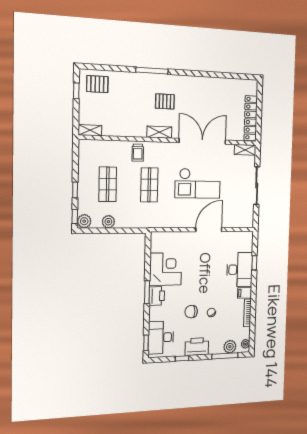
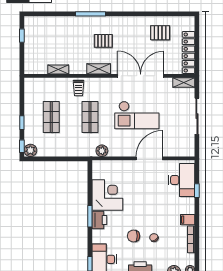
pallet: (97, 84) -> (160, 33), moved
shelving: (90, 130) -> (58, 70), moved
plant: (108, 222) -> (102, 151), moved
desk: (240, 270) -> (182, 180), moved

